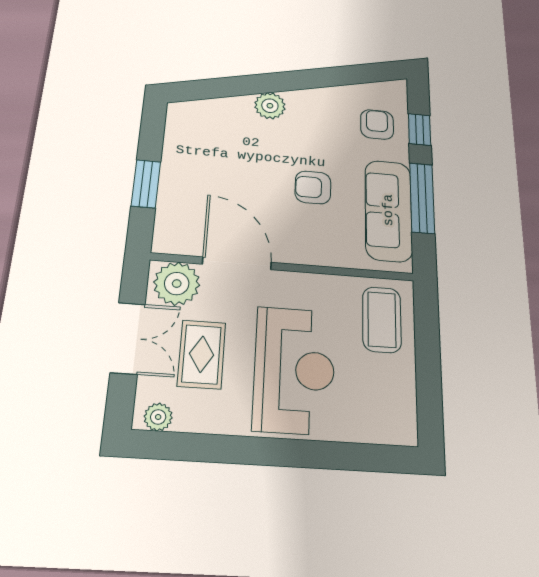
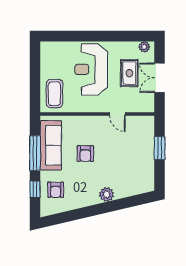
armchair: (313, 187) -> (85, 154), turned 90
door: (237, 263) -> (117, 114), width x0.53
plant: (177, 284) -> (142, 103), removed

